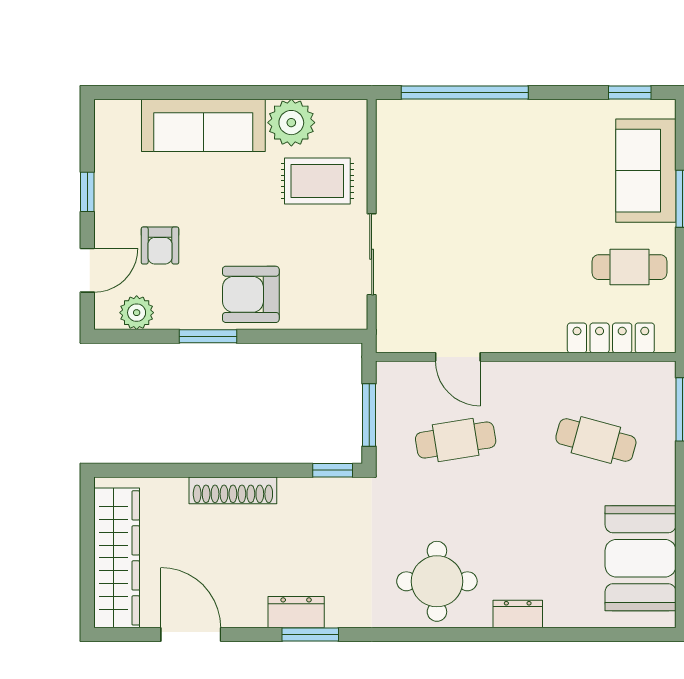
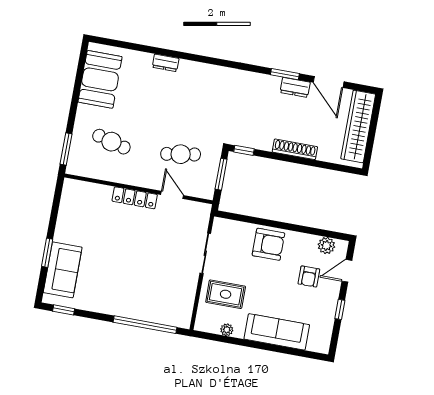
plant: (291, 123) -> (227, 330), width x0.53, depth x0.53
armchair: (160, 246) -> (309, 277), turned 180
cafe table: (630, 267) -> (79, 224), removed
window: (208, 336) -> (293, 227), removed
locker: (611, 338) -> (135, 198), moved
round table: (437, 581) -> (202, 86), removed
dresser: (296, 612) -> (295, 87), moved
window: (310, 635) -> (285, 74), moved

